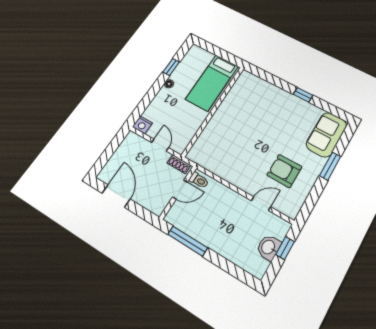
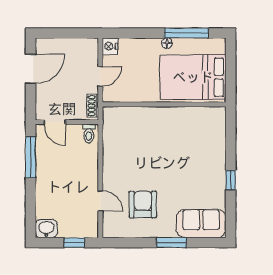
window: (171, 67) -> (186, 33), width x2.17
bed: (212, 83) -> (193, 77), width x1.50
door: (180, 190) -> (55, 122), moved
washbasin: (269, 247) -> (46, 229), moved

